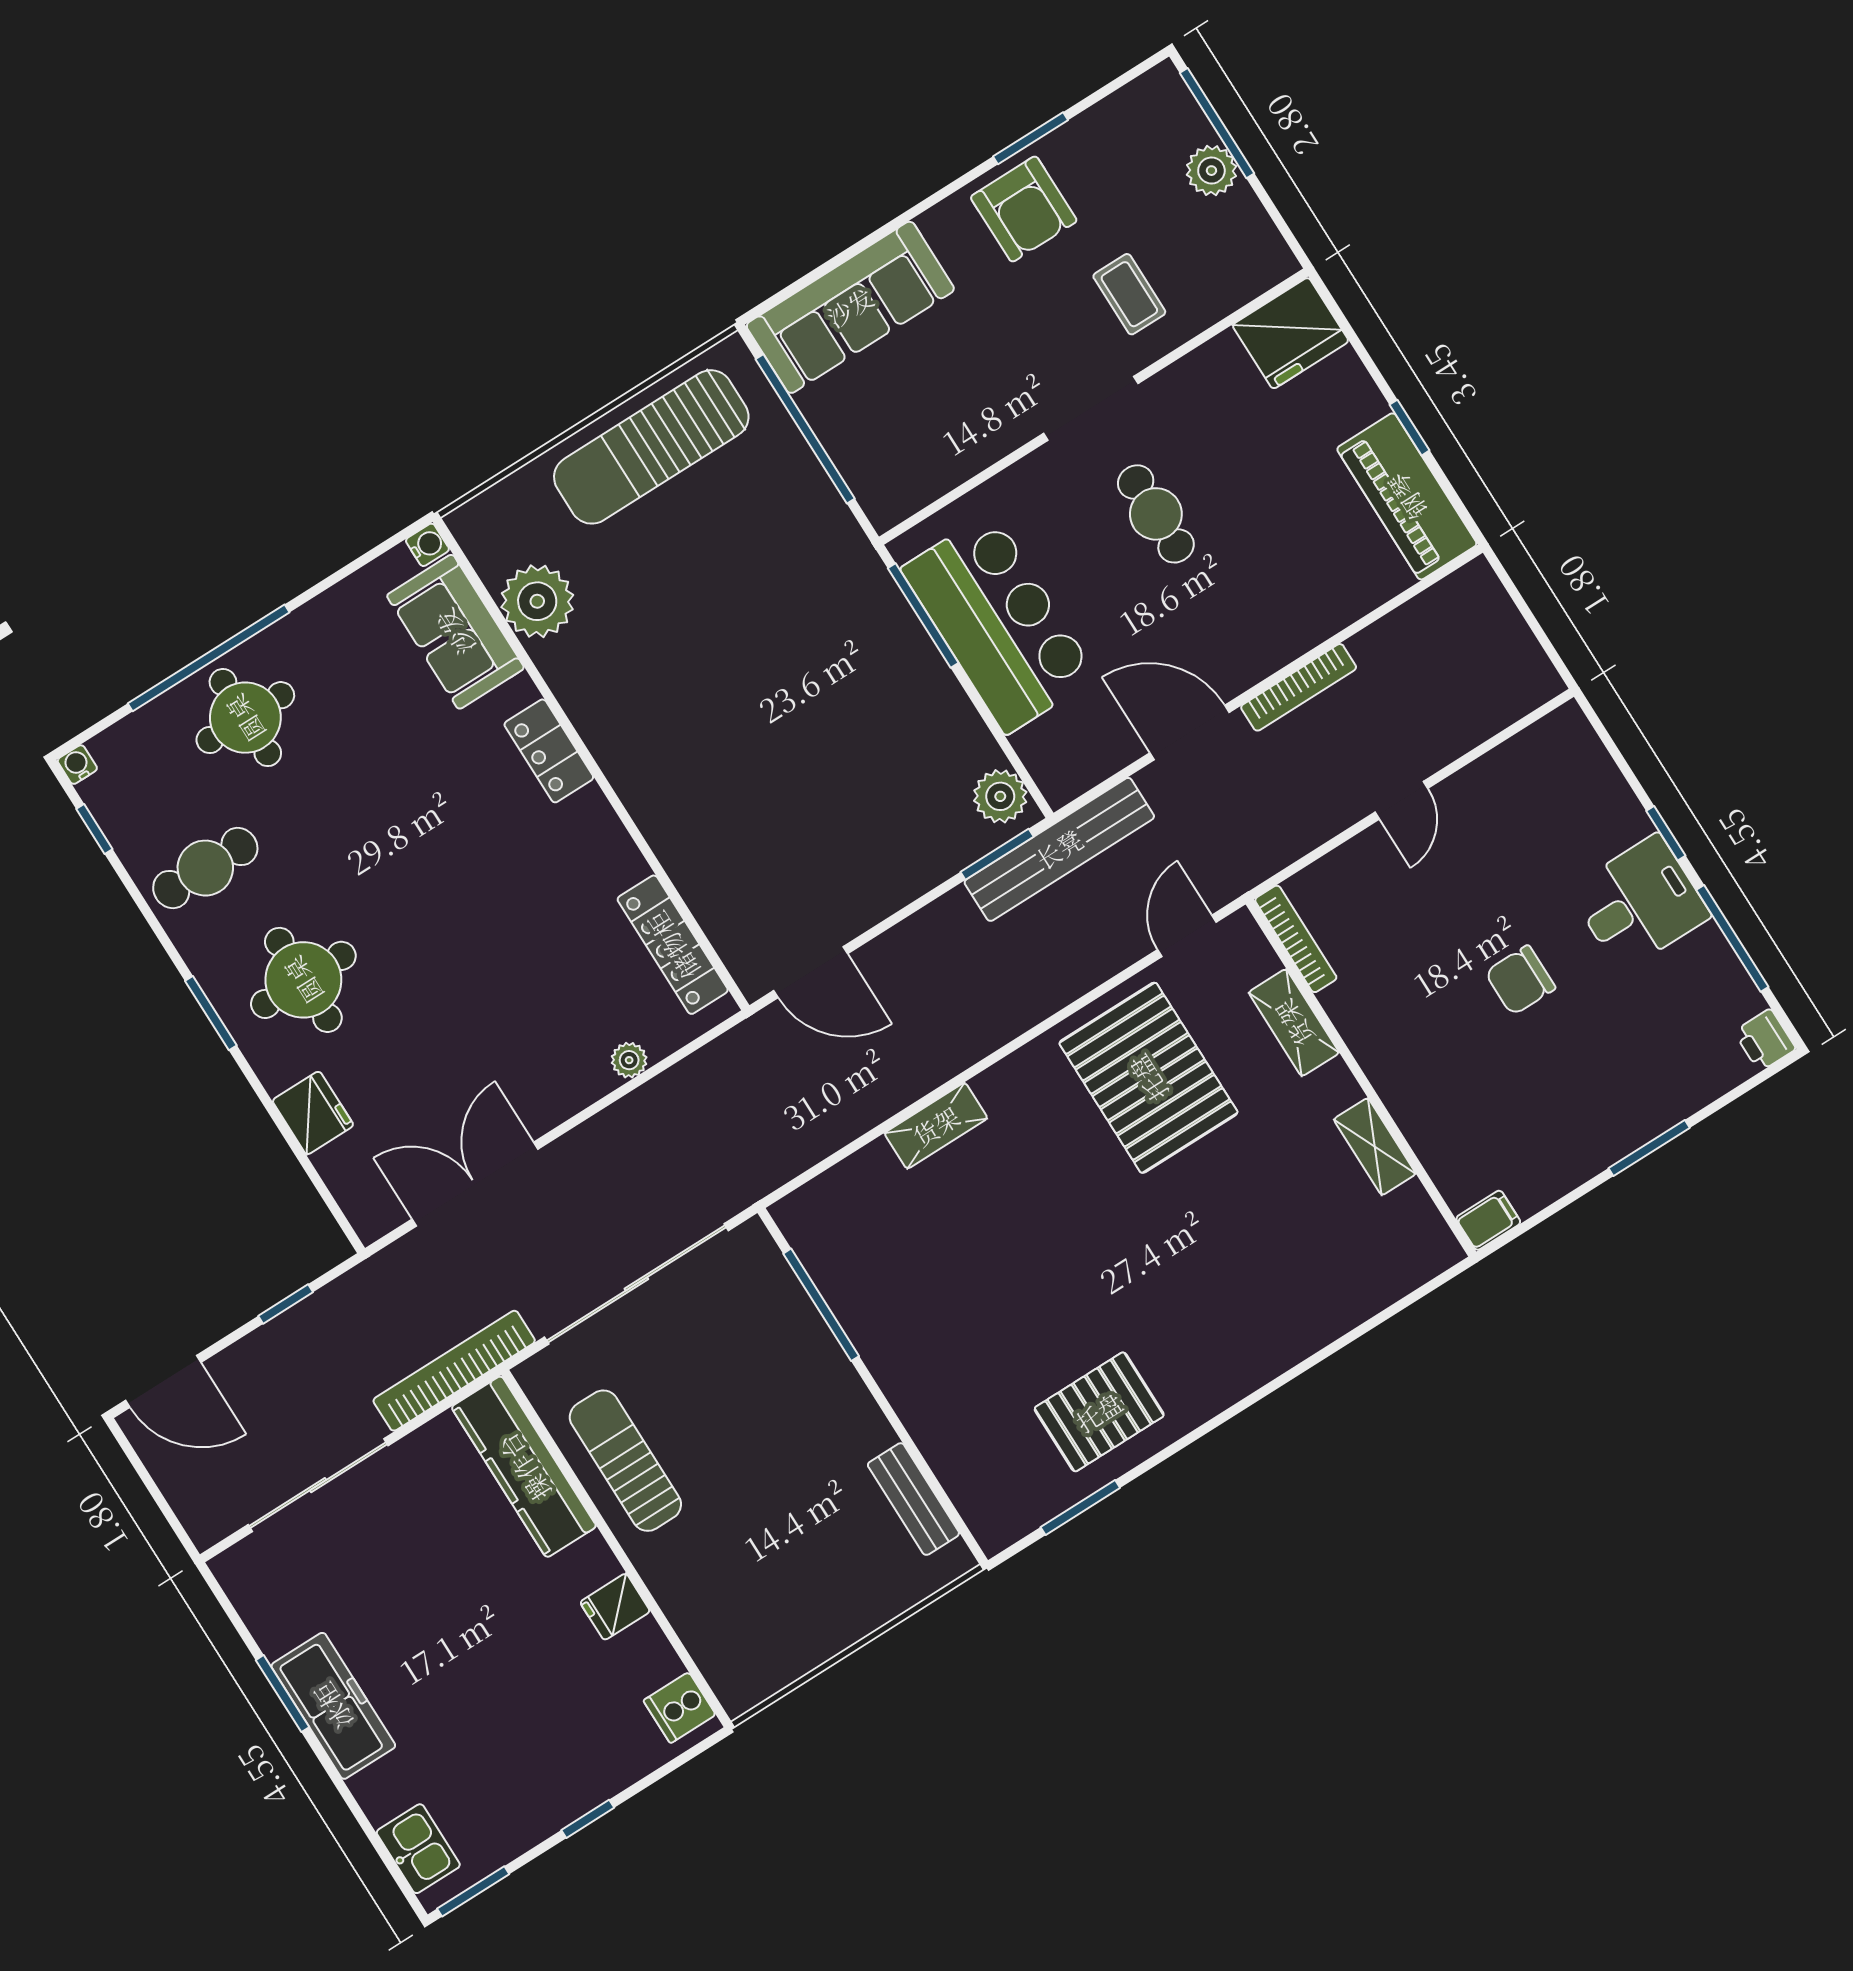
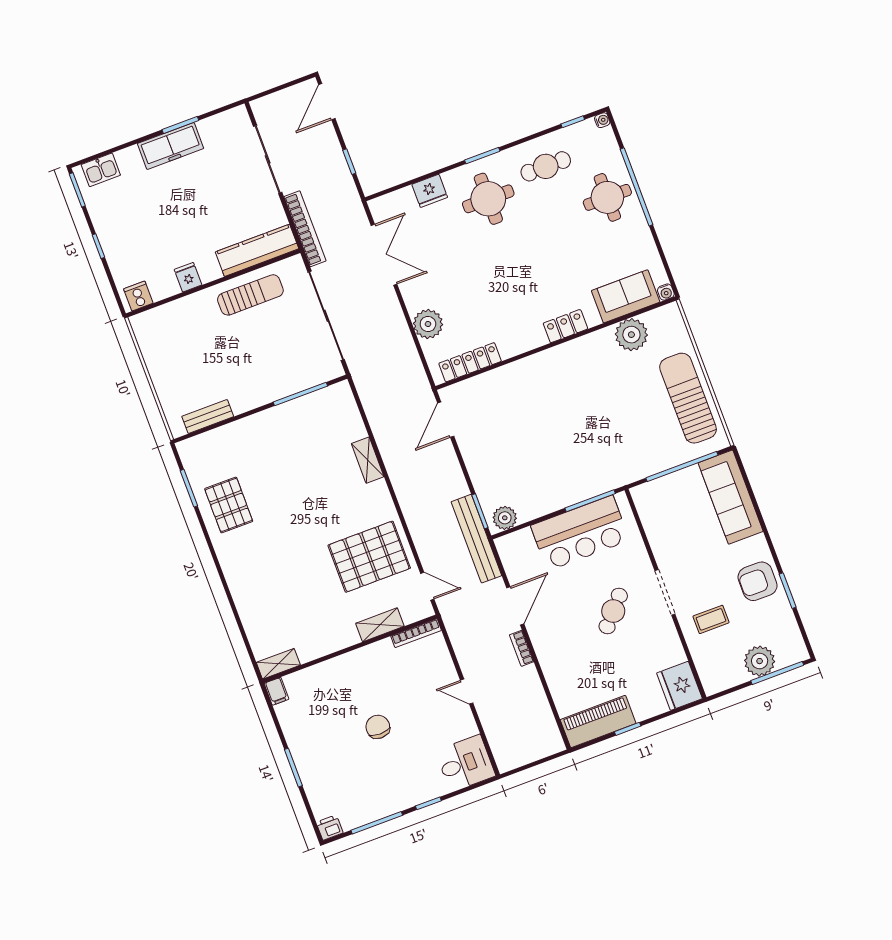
plant: (1211, 171) -> (760, 661), width x1.36, depth x1.36
cafe table: (1156, 514) -> (613, 611), turned -48
bookcase: (1299, 687) -> (522, 648), width x0.64
cafe table: (205, 868) -> (546, 166), turned 90
desk: (1639, 903) -> (465, 763), moved, turned -90
plant: (629, 1060) -> (428, 324), width x1.88, depth x1.88
shelving: (1375, 1147) -> (278, 664), moved

